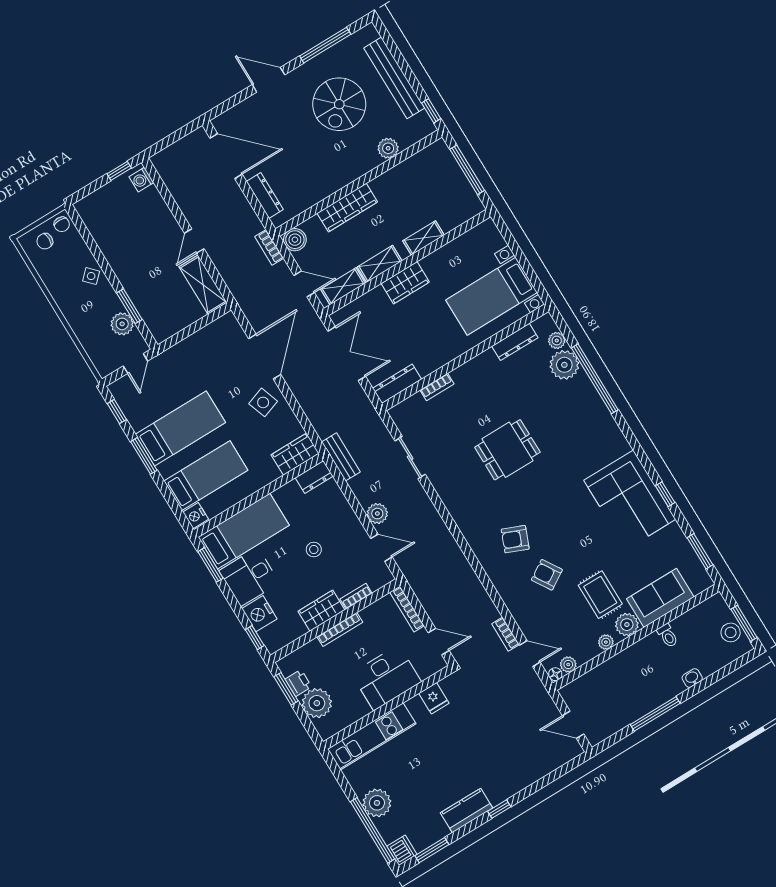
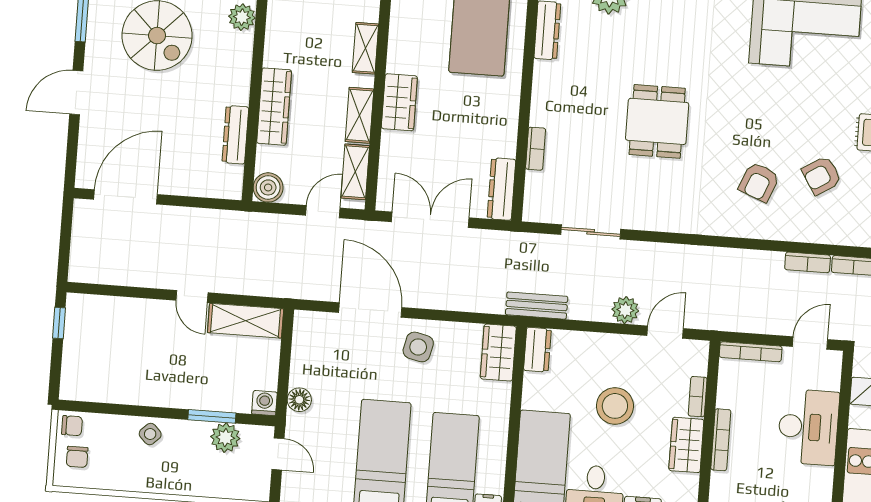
washing machine: (141, 180) -> (264, 403), moved, turned 180
dresser: (265, 195) -> (235, 135), moved, turned -90
bookcase: (269, 247) -> (808, 262), moved
floor lamp: (178, 353) -> (299, 400), added
side table: (263, 402) -> (418, 347), turned 32
stool: (314, 550) -> (615, 406), width x1.89, depth x1.89

